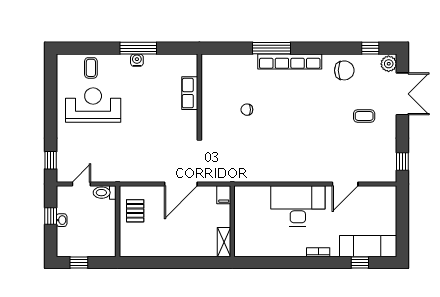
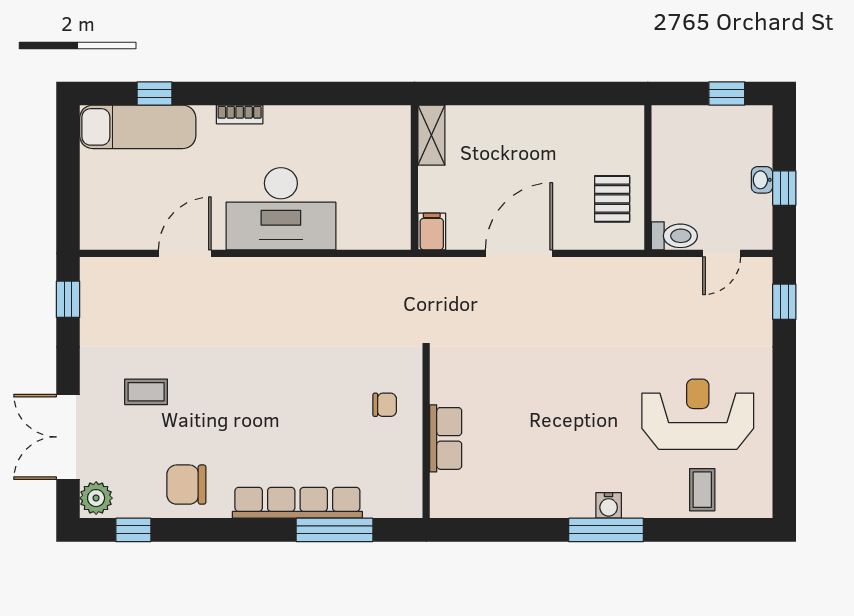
row of seats: (190, 93) -> (446, 438), moved
wall: (199, 95) -> (426, 434), moved
reception desk: (93, 105) -> (698, 414), turned 180

